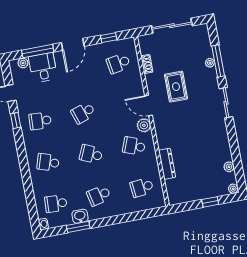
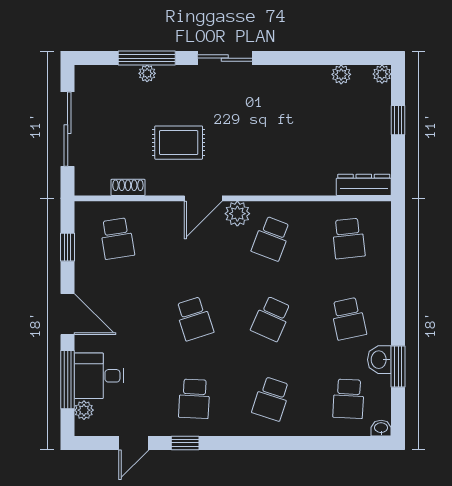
dresser: (167, 164) -> (364, 185), moved

